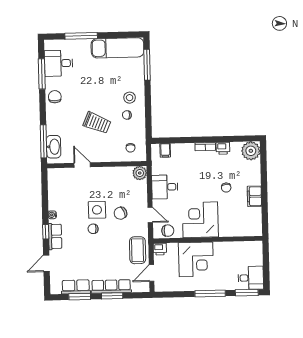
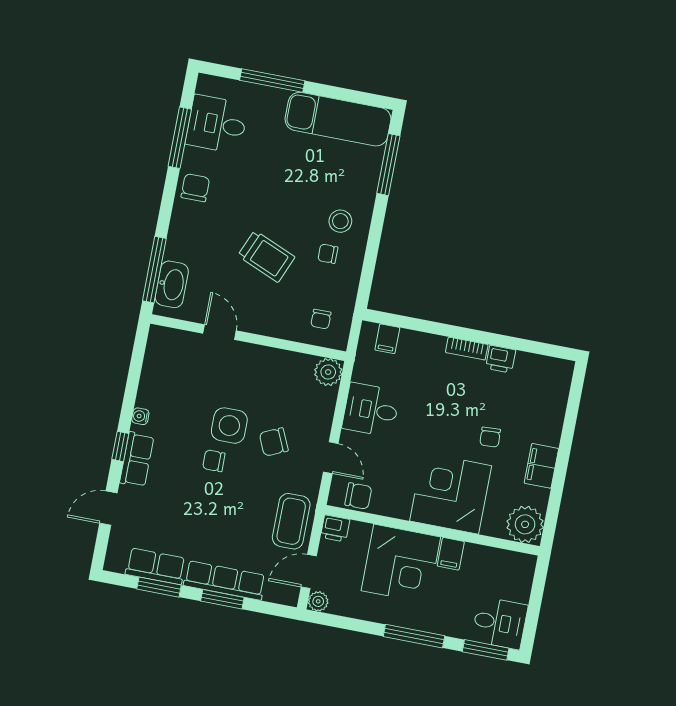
plant: (251, 151) -> (525, 524), moved
corner desk: (200, 220) -> (451, 493), moved
filing cabinet: (219, 249) -> (451, 554), added
plant: (159, 287) -> (318, 601), added

